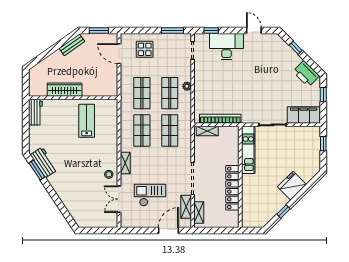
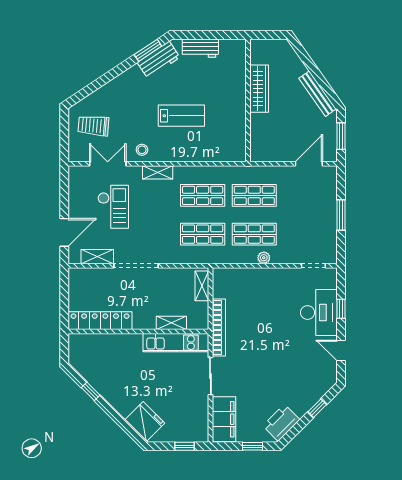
window: (173, 30) -> (341, 215), moved
window: (211, 30) -> (341, 309), moved
door: (254, 30) -> (341, 350), swing flipped
bench: (72, 45) -> (317, 94), width x1.36
display table: (145, 49) -> (315, 199), removed
workbench: (35, 112) -> (200, 48), moved
bookcase: (220, 119) -> (219, 328), moved
lab bench: (87, 121) -> (181, 116), moved
fridge: (292, 186) -> (145, 421), moved
locker: (232, 188) -> (100, 321), moved
trolley: (91, 209) -> (93, 126), added
shelving: (199, 212) -> (171, 323), moved
door: (169, 231) -> (64, 232), hinge flipped

